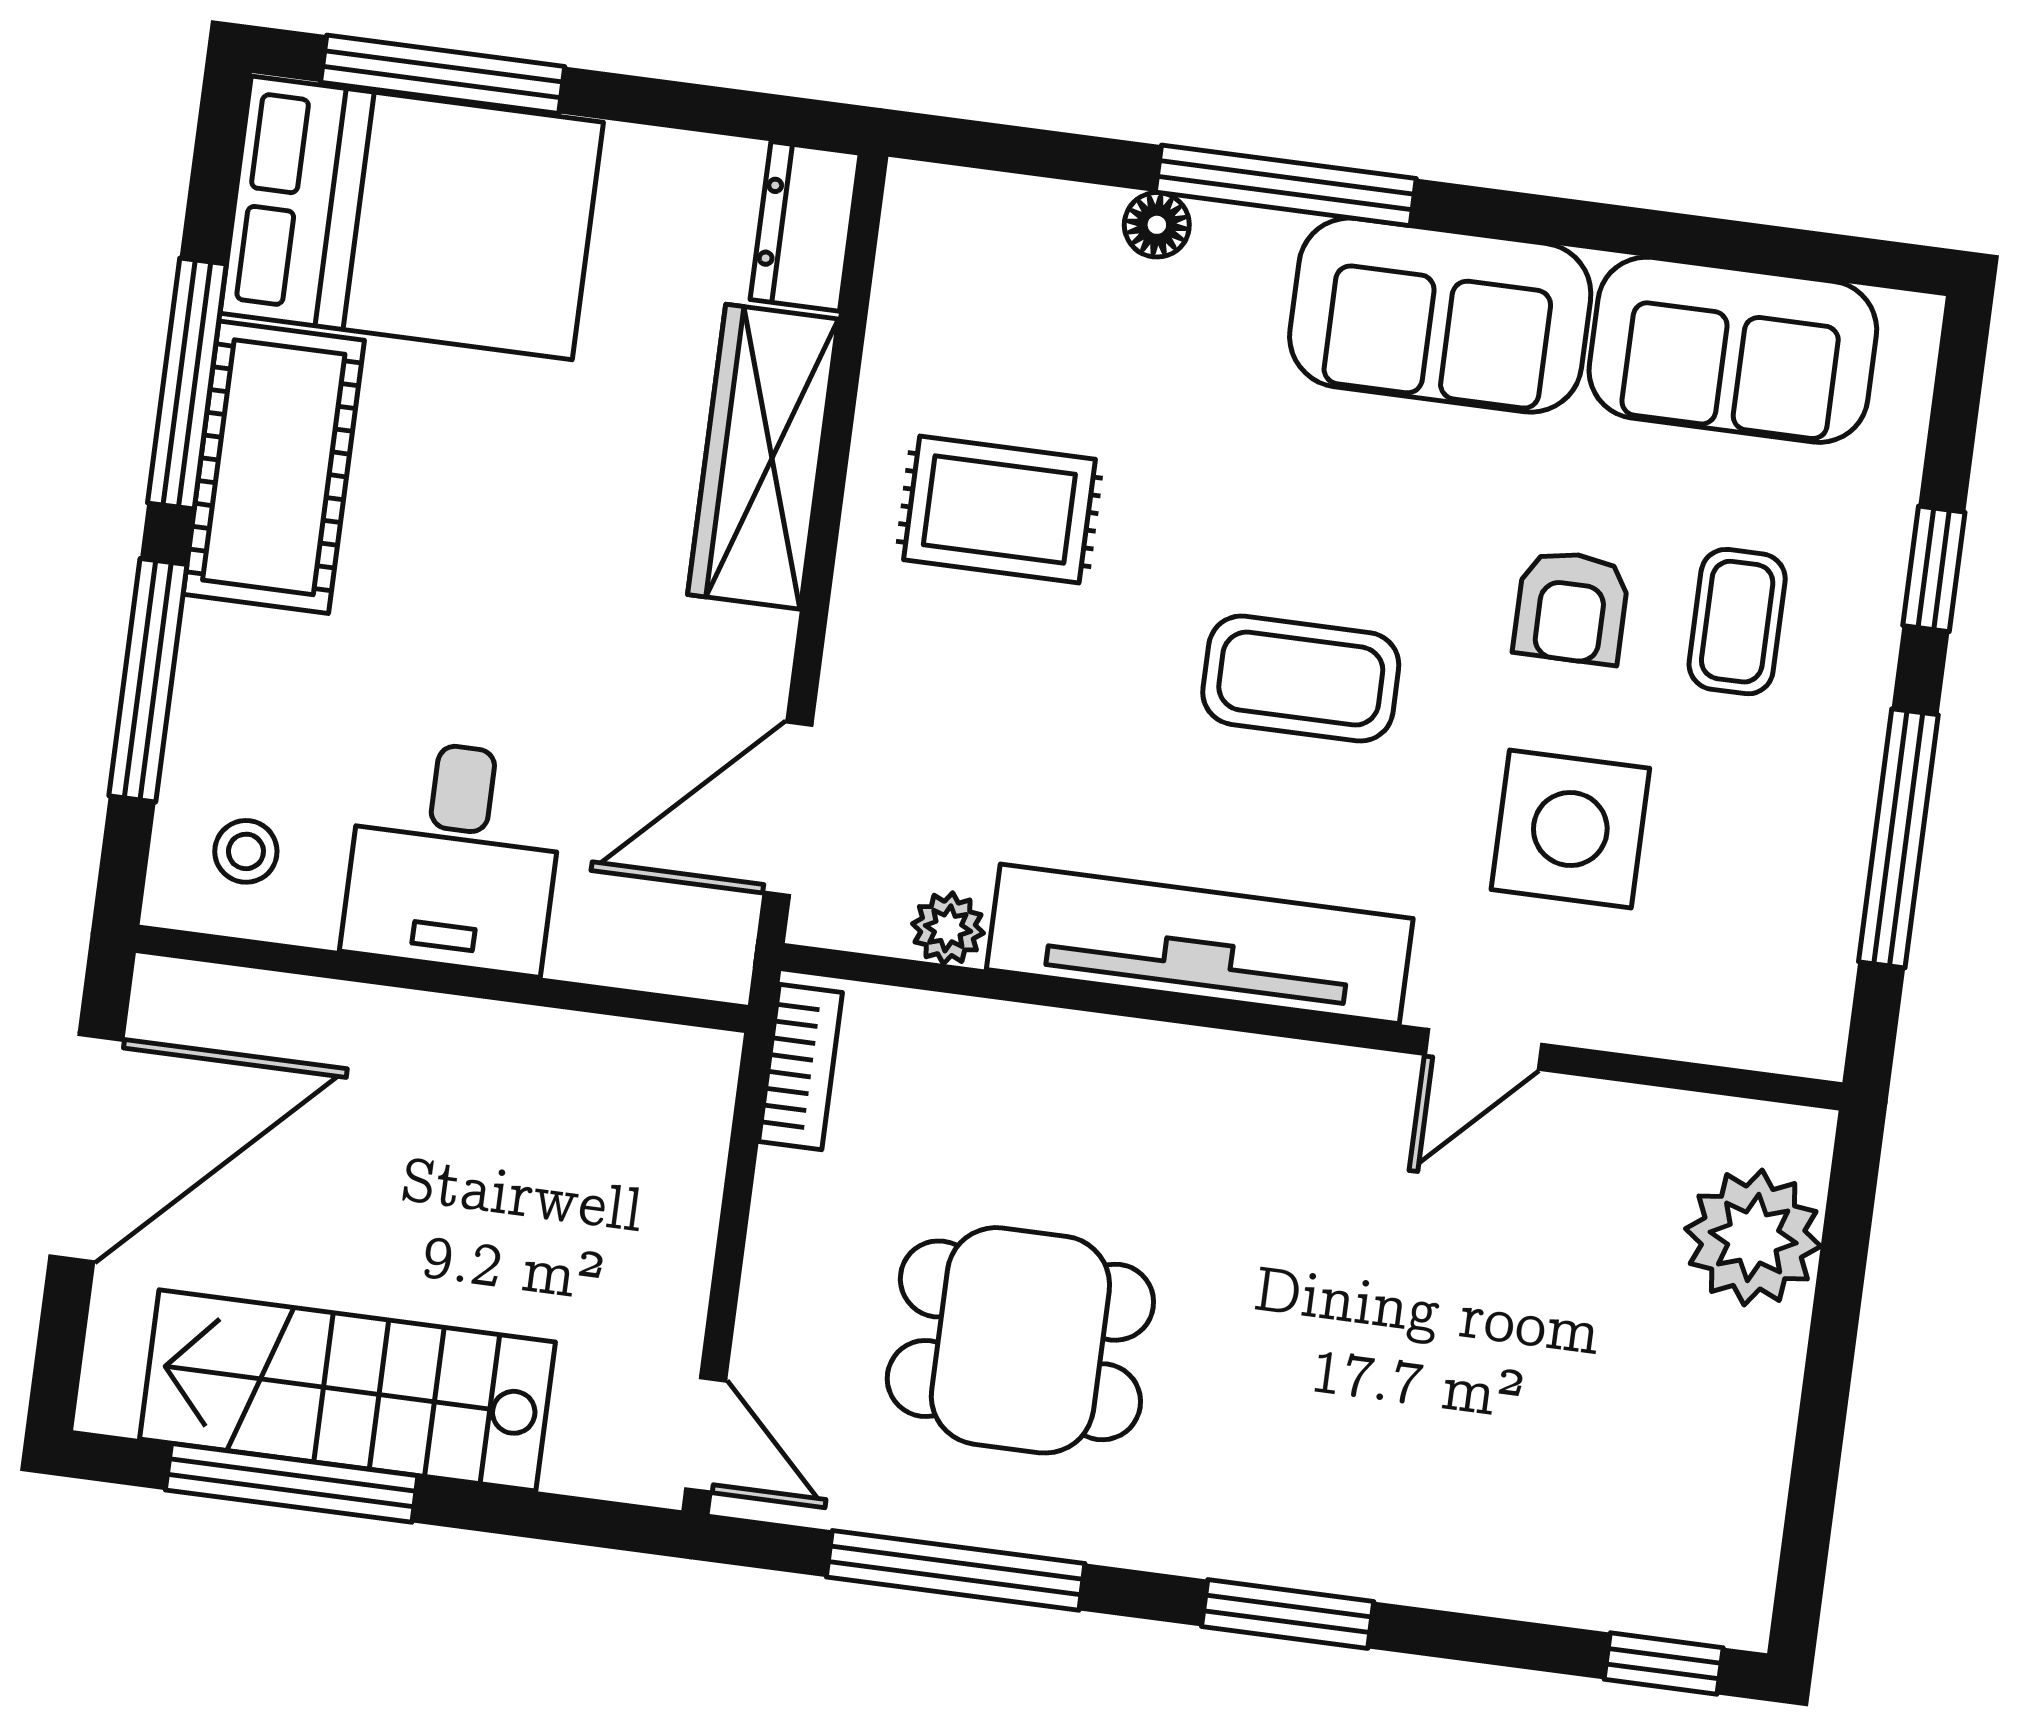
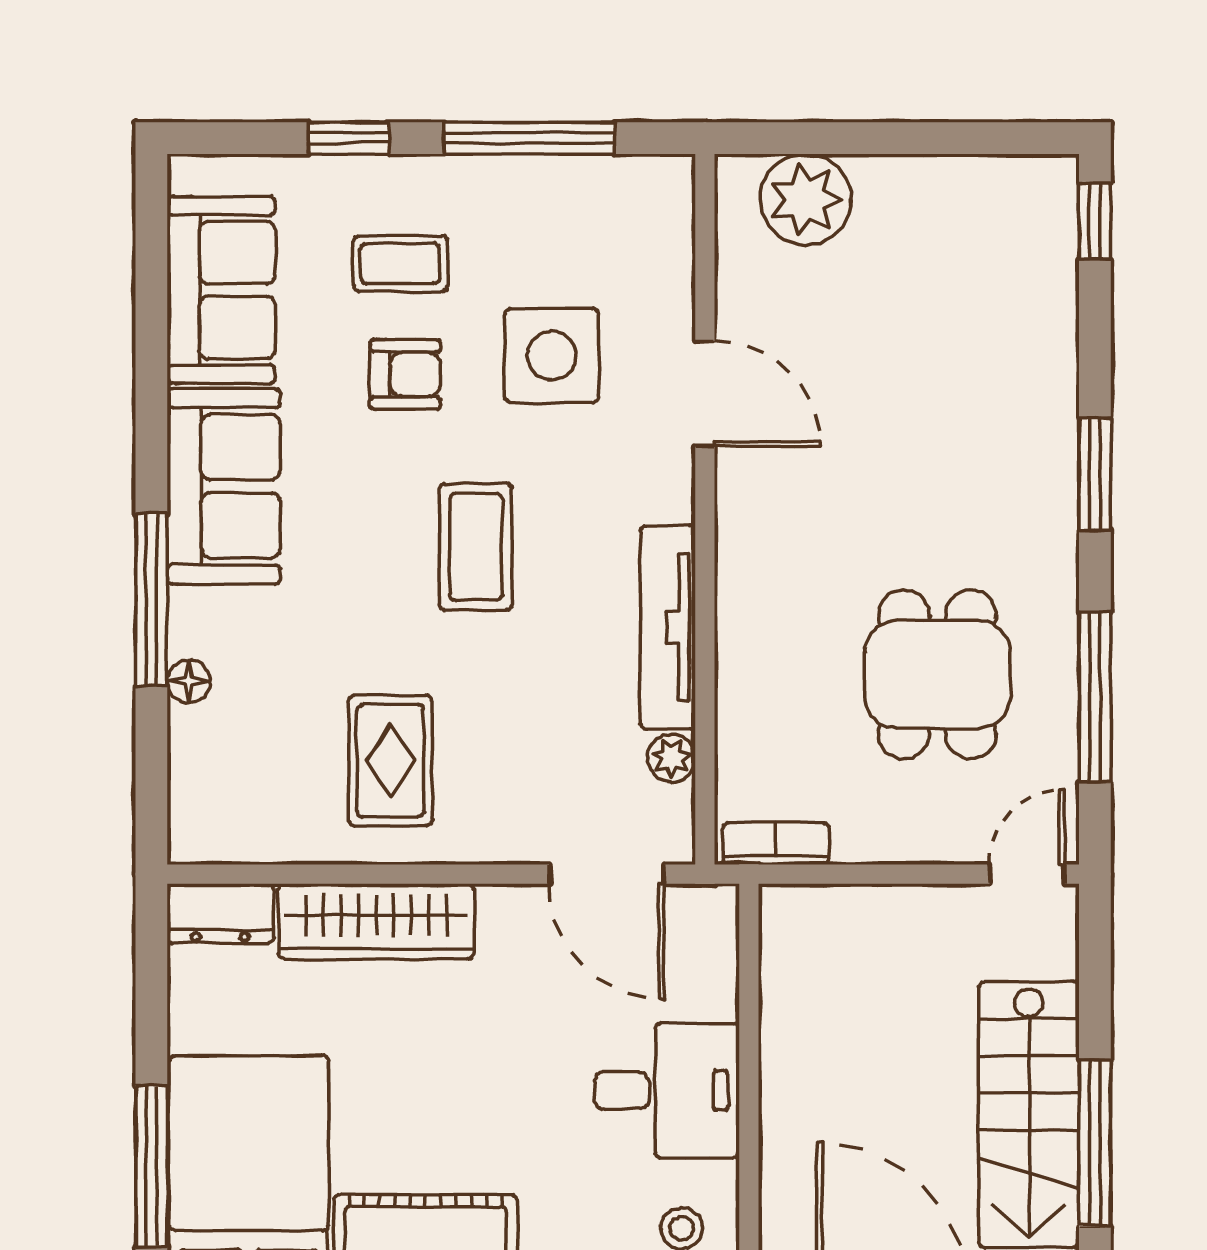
tv unit: (1200, 944) -> (668, 627), width x0.73, depth x0.78
door: (1483, 1049) -> (705, 394), width x1.37

